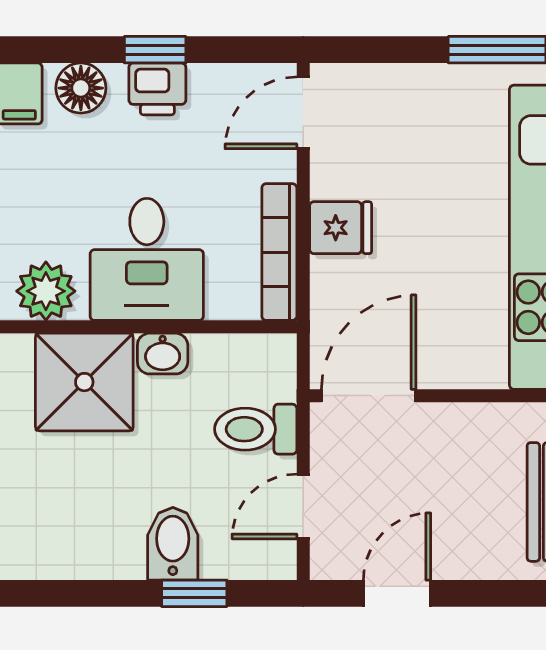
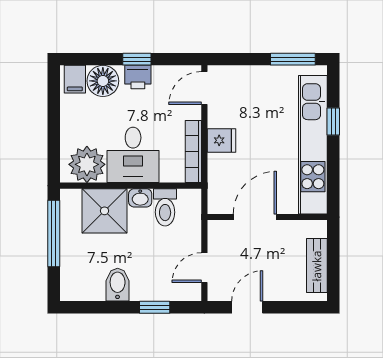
floor lamp: (81, 88) -> (103, 81), width x1.38, depth x1.38
plant: (46, 291) -> (87, 164), width x1.36, depth x1.36
door: (369, 396) -> (255, 217), moved
toilet: (256, 429) -> (165, 207), moved, turned -90
bidet: (173, 544) -> (118, 285), moved

